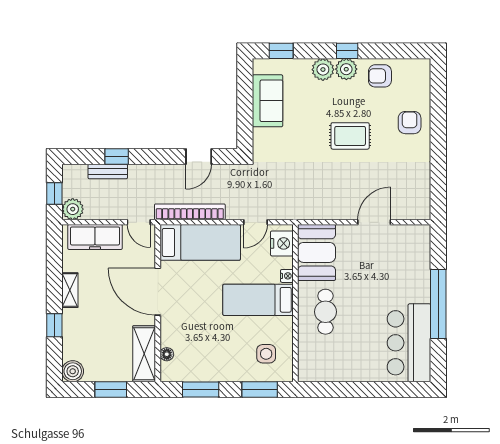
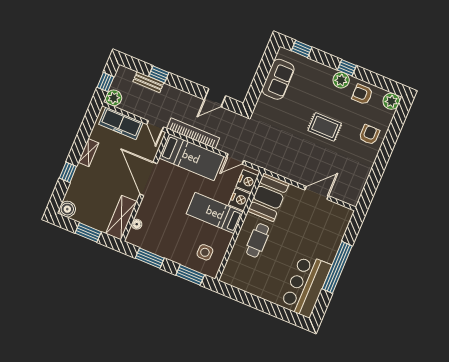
plant: (323, 70) -> (391, 101), moved
nightstand: (287, 276) -> (240, 199), width x1.89, depth x1.79

